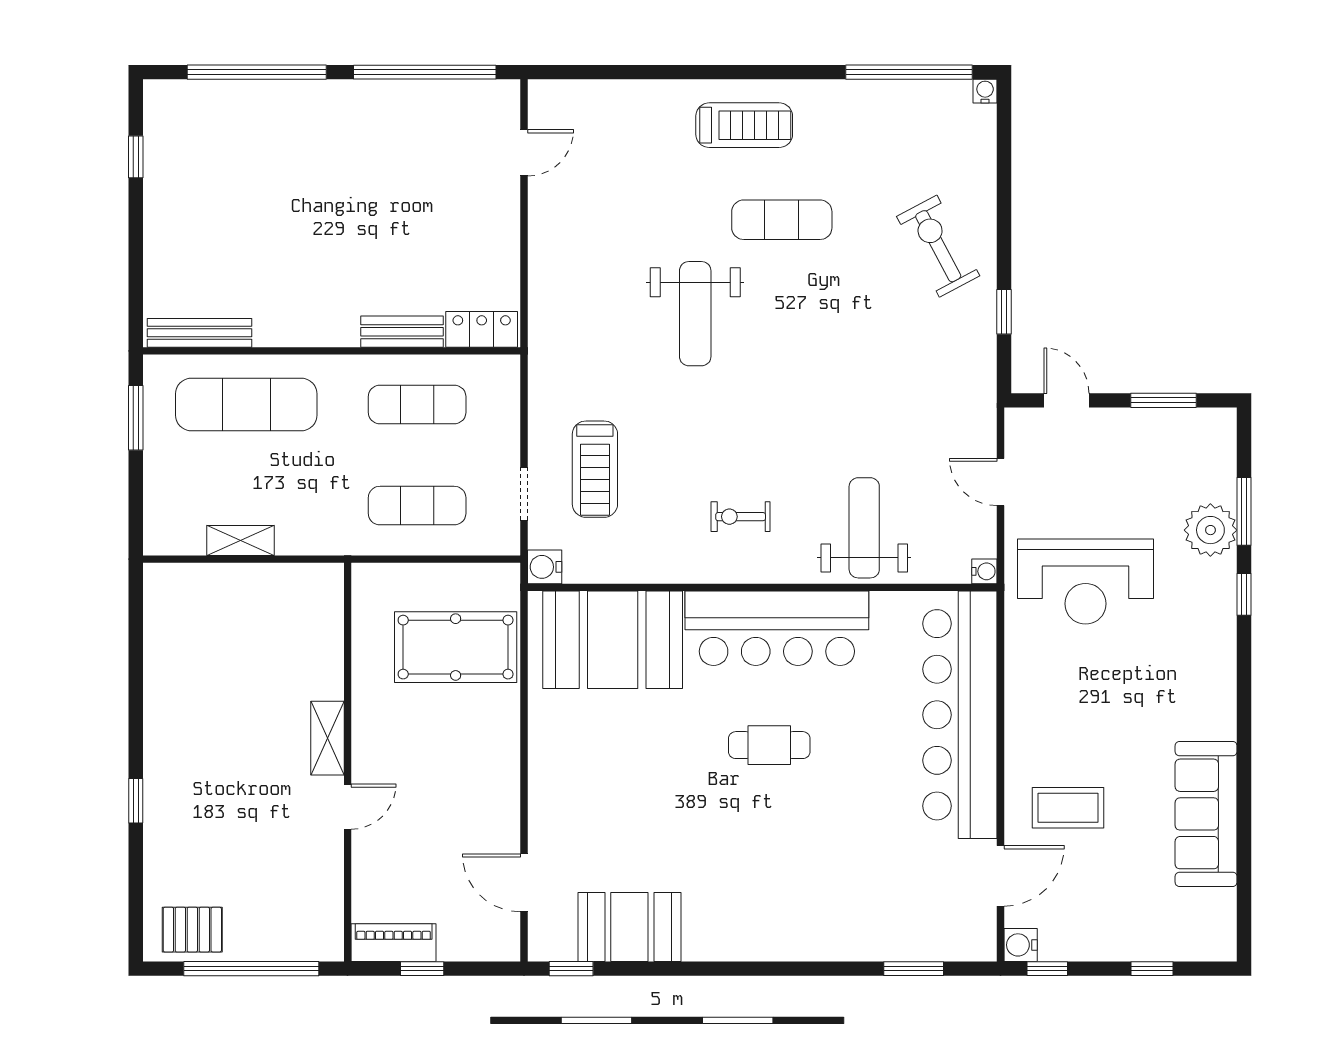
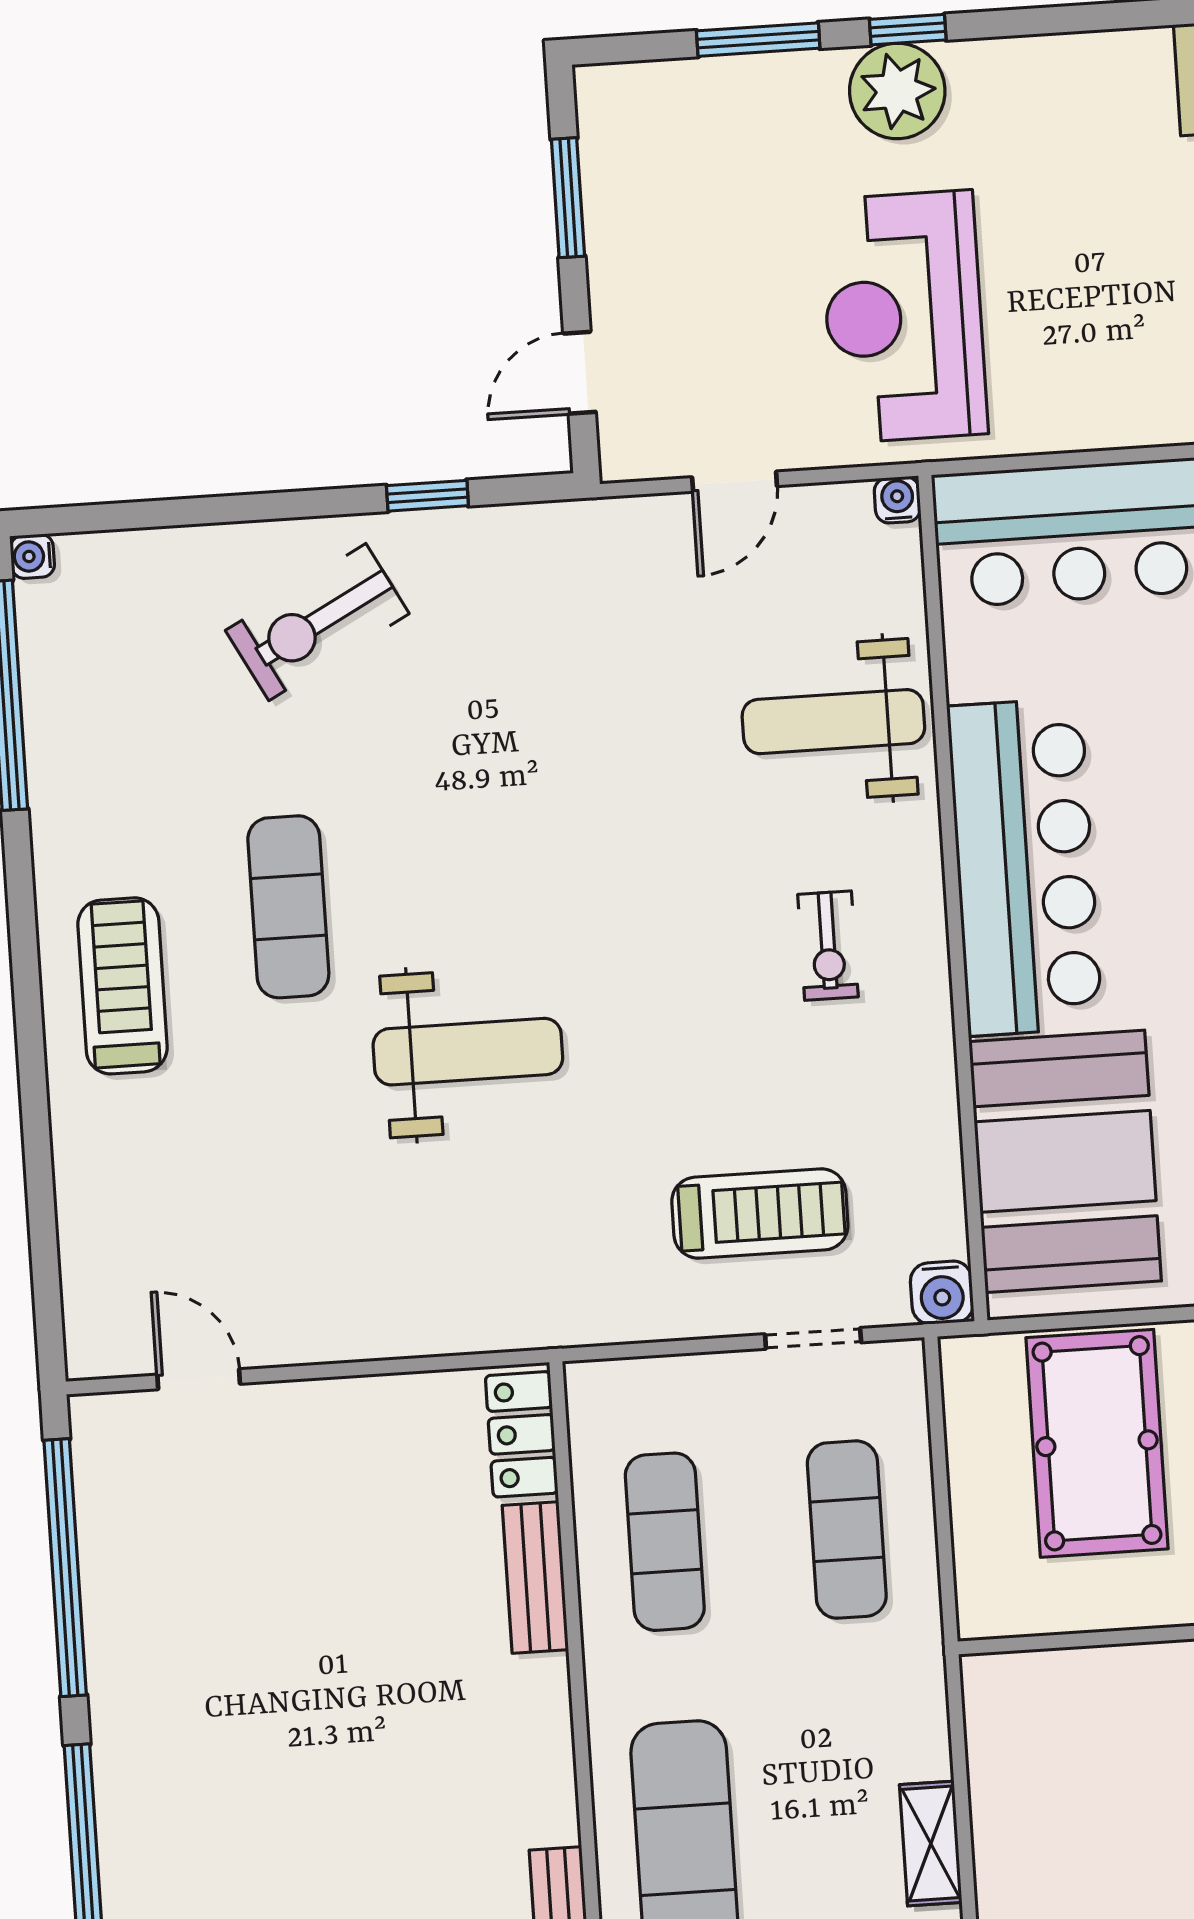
plant: (1210, 530) -> (897, 91), moved
reception desk: (1085, 582) -> (904, 317), turned 180

